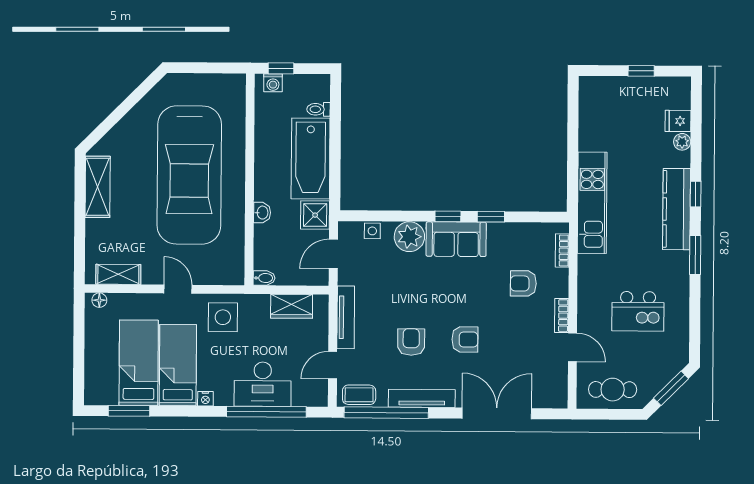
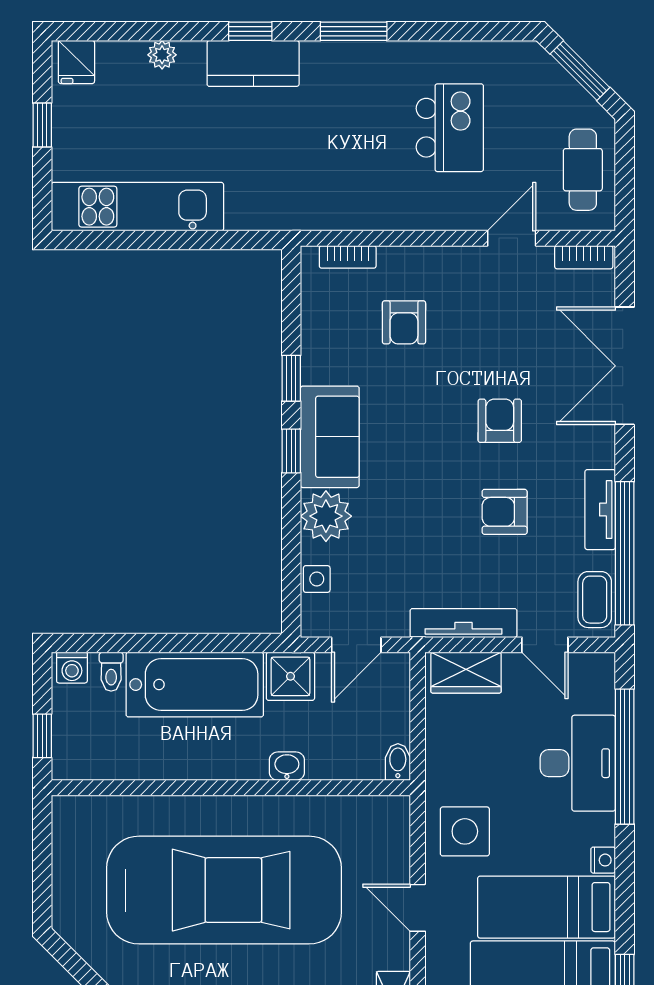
washing machine: (273, 83) -> (72, 668), moved, turned 90
fridge: (678, 121) -> (76, 62), moved
kitchen unit: (592, 203) -> (137, 207), moved
kitchen counter: (677, 209) -> (253, 63), width x0.67
door: (333, 254) -> (356, 645), hinge flipped
door: (178, 289) -> (418, 908), hinge flipped
wardrobe: (292, 306) -> (466, 673), moved, turned 90
bookcase: (562, 316) -> (584, 257), moved
tv unit: (422, 398) -> (600, 510), width x0.71

